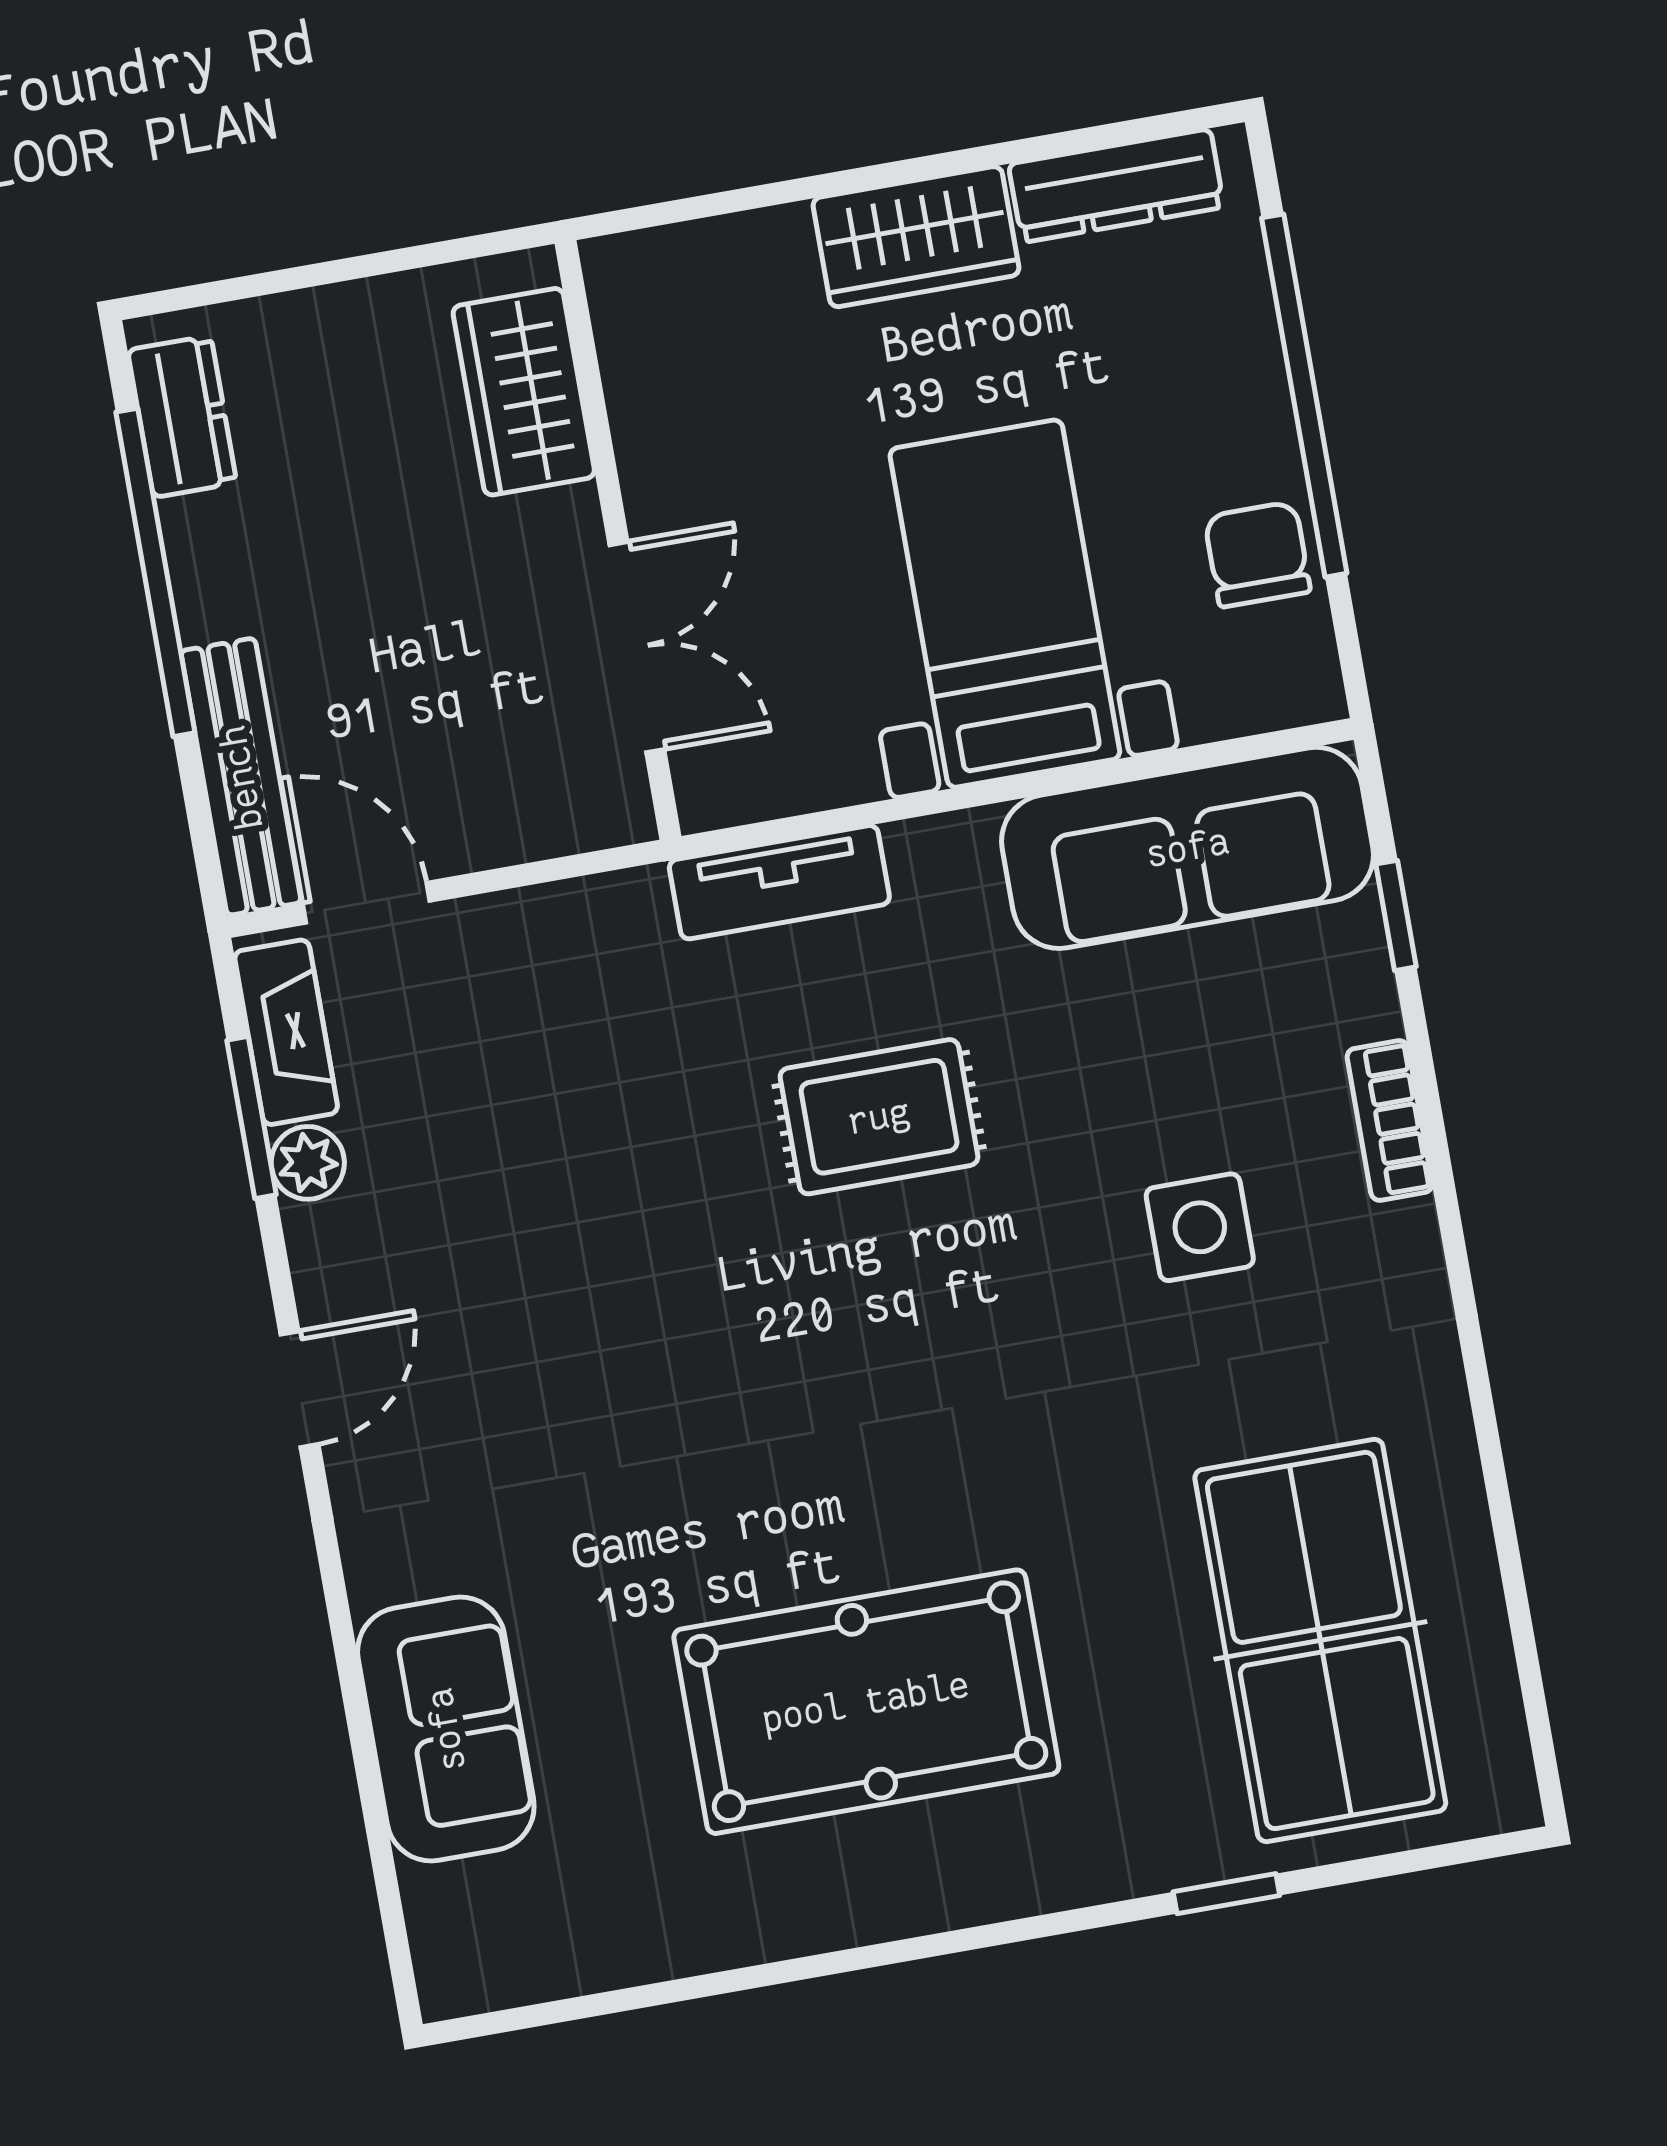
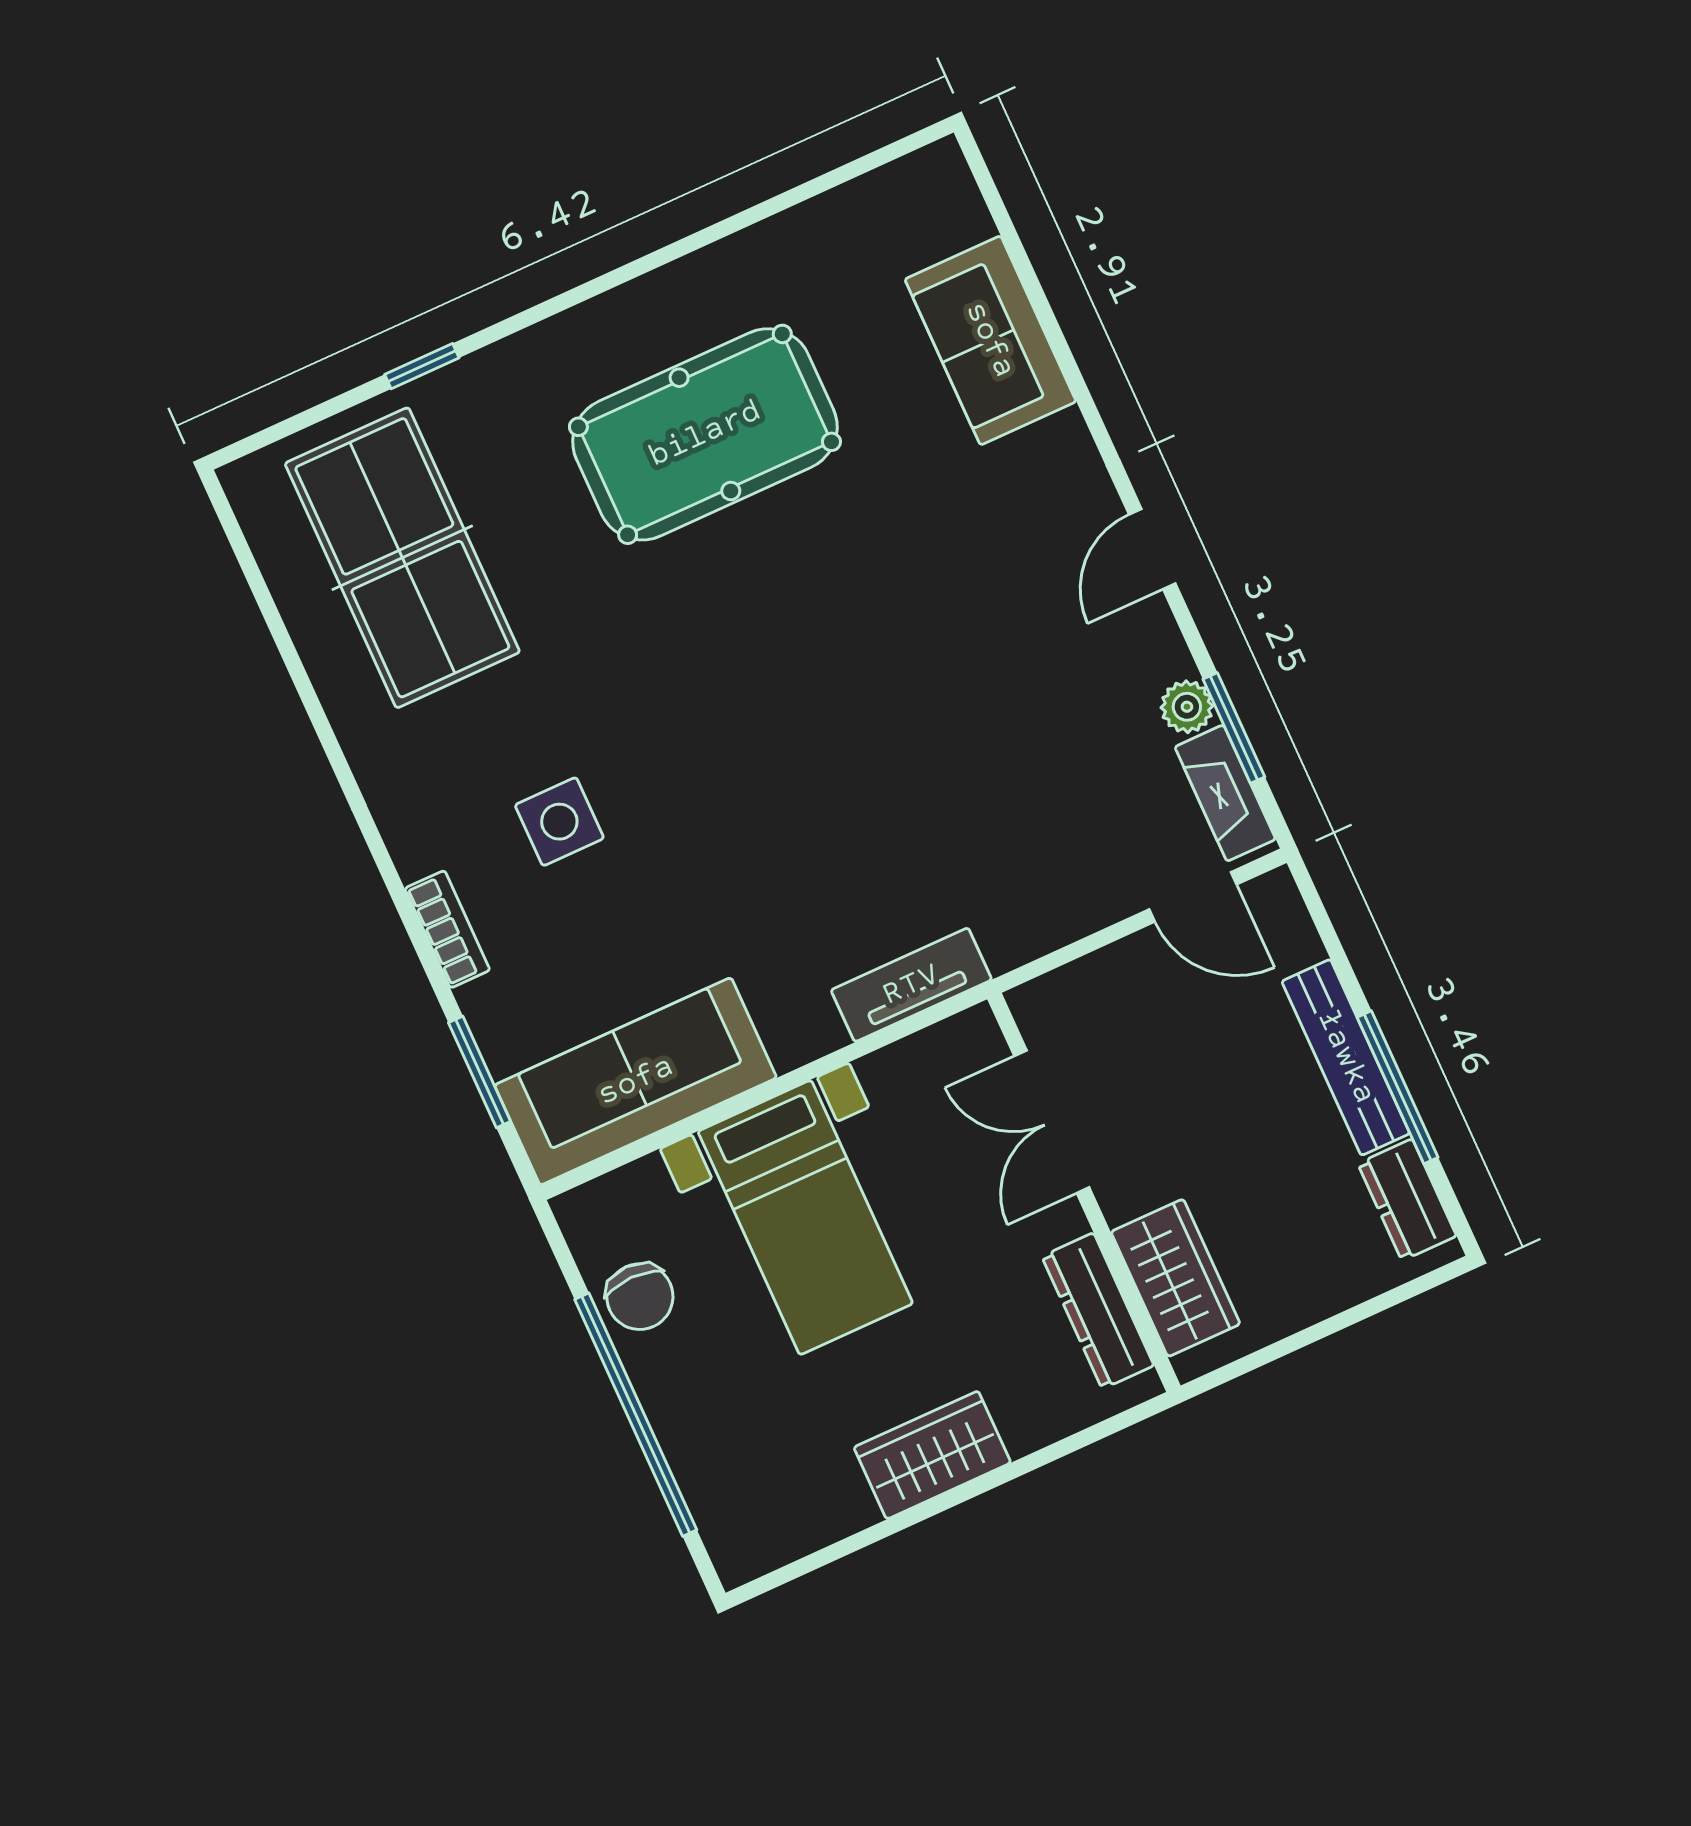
dresser: (1116, 186) -> (1098, 1311), moved, turned -90
window: (155, 572) -> (1398, 1087), width x0.68
bench: (241, 777) -> (1346, 1057), moved
window: (1396, 915) -> (480, 1072), width x1.50
rug: (879, 1117) -> (801, 841), removed

